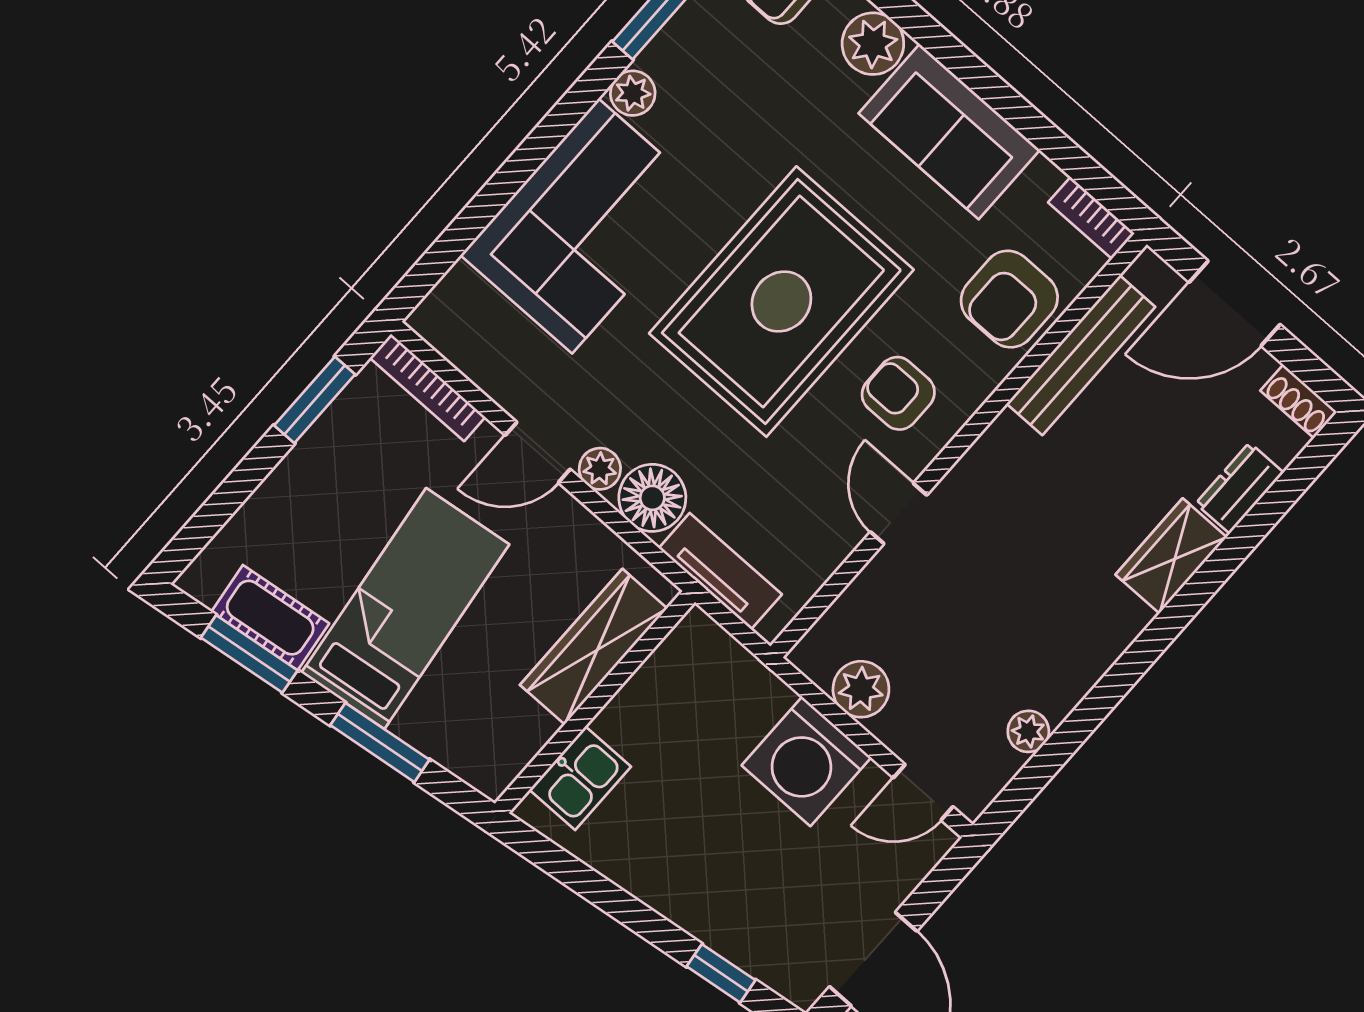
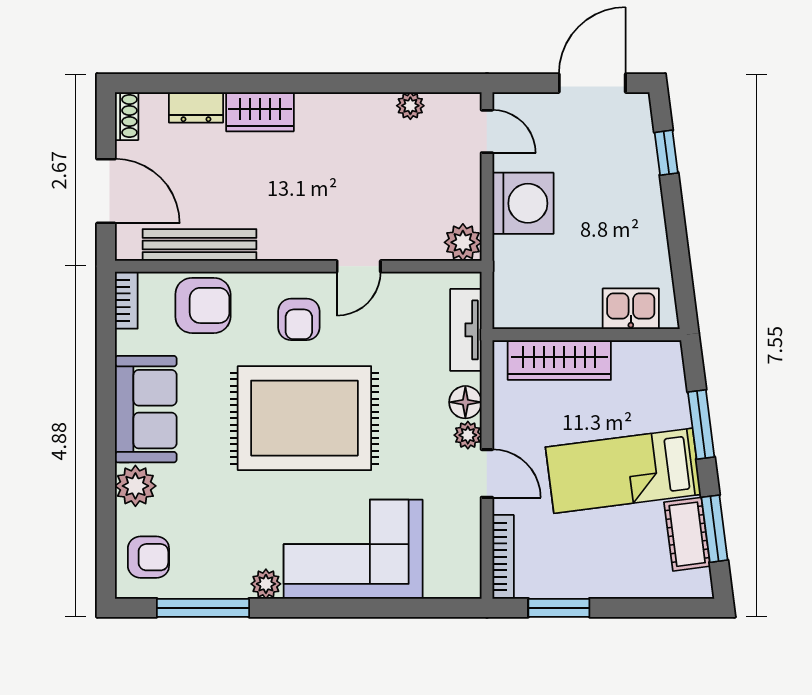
floor lamp: (652, 498) -> (465, 402), width x0.73, depth x0.73
plant: (861, 689) -> (463, 242), moved

